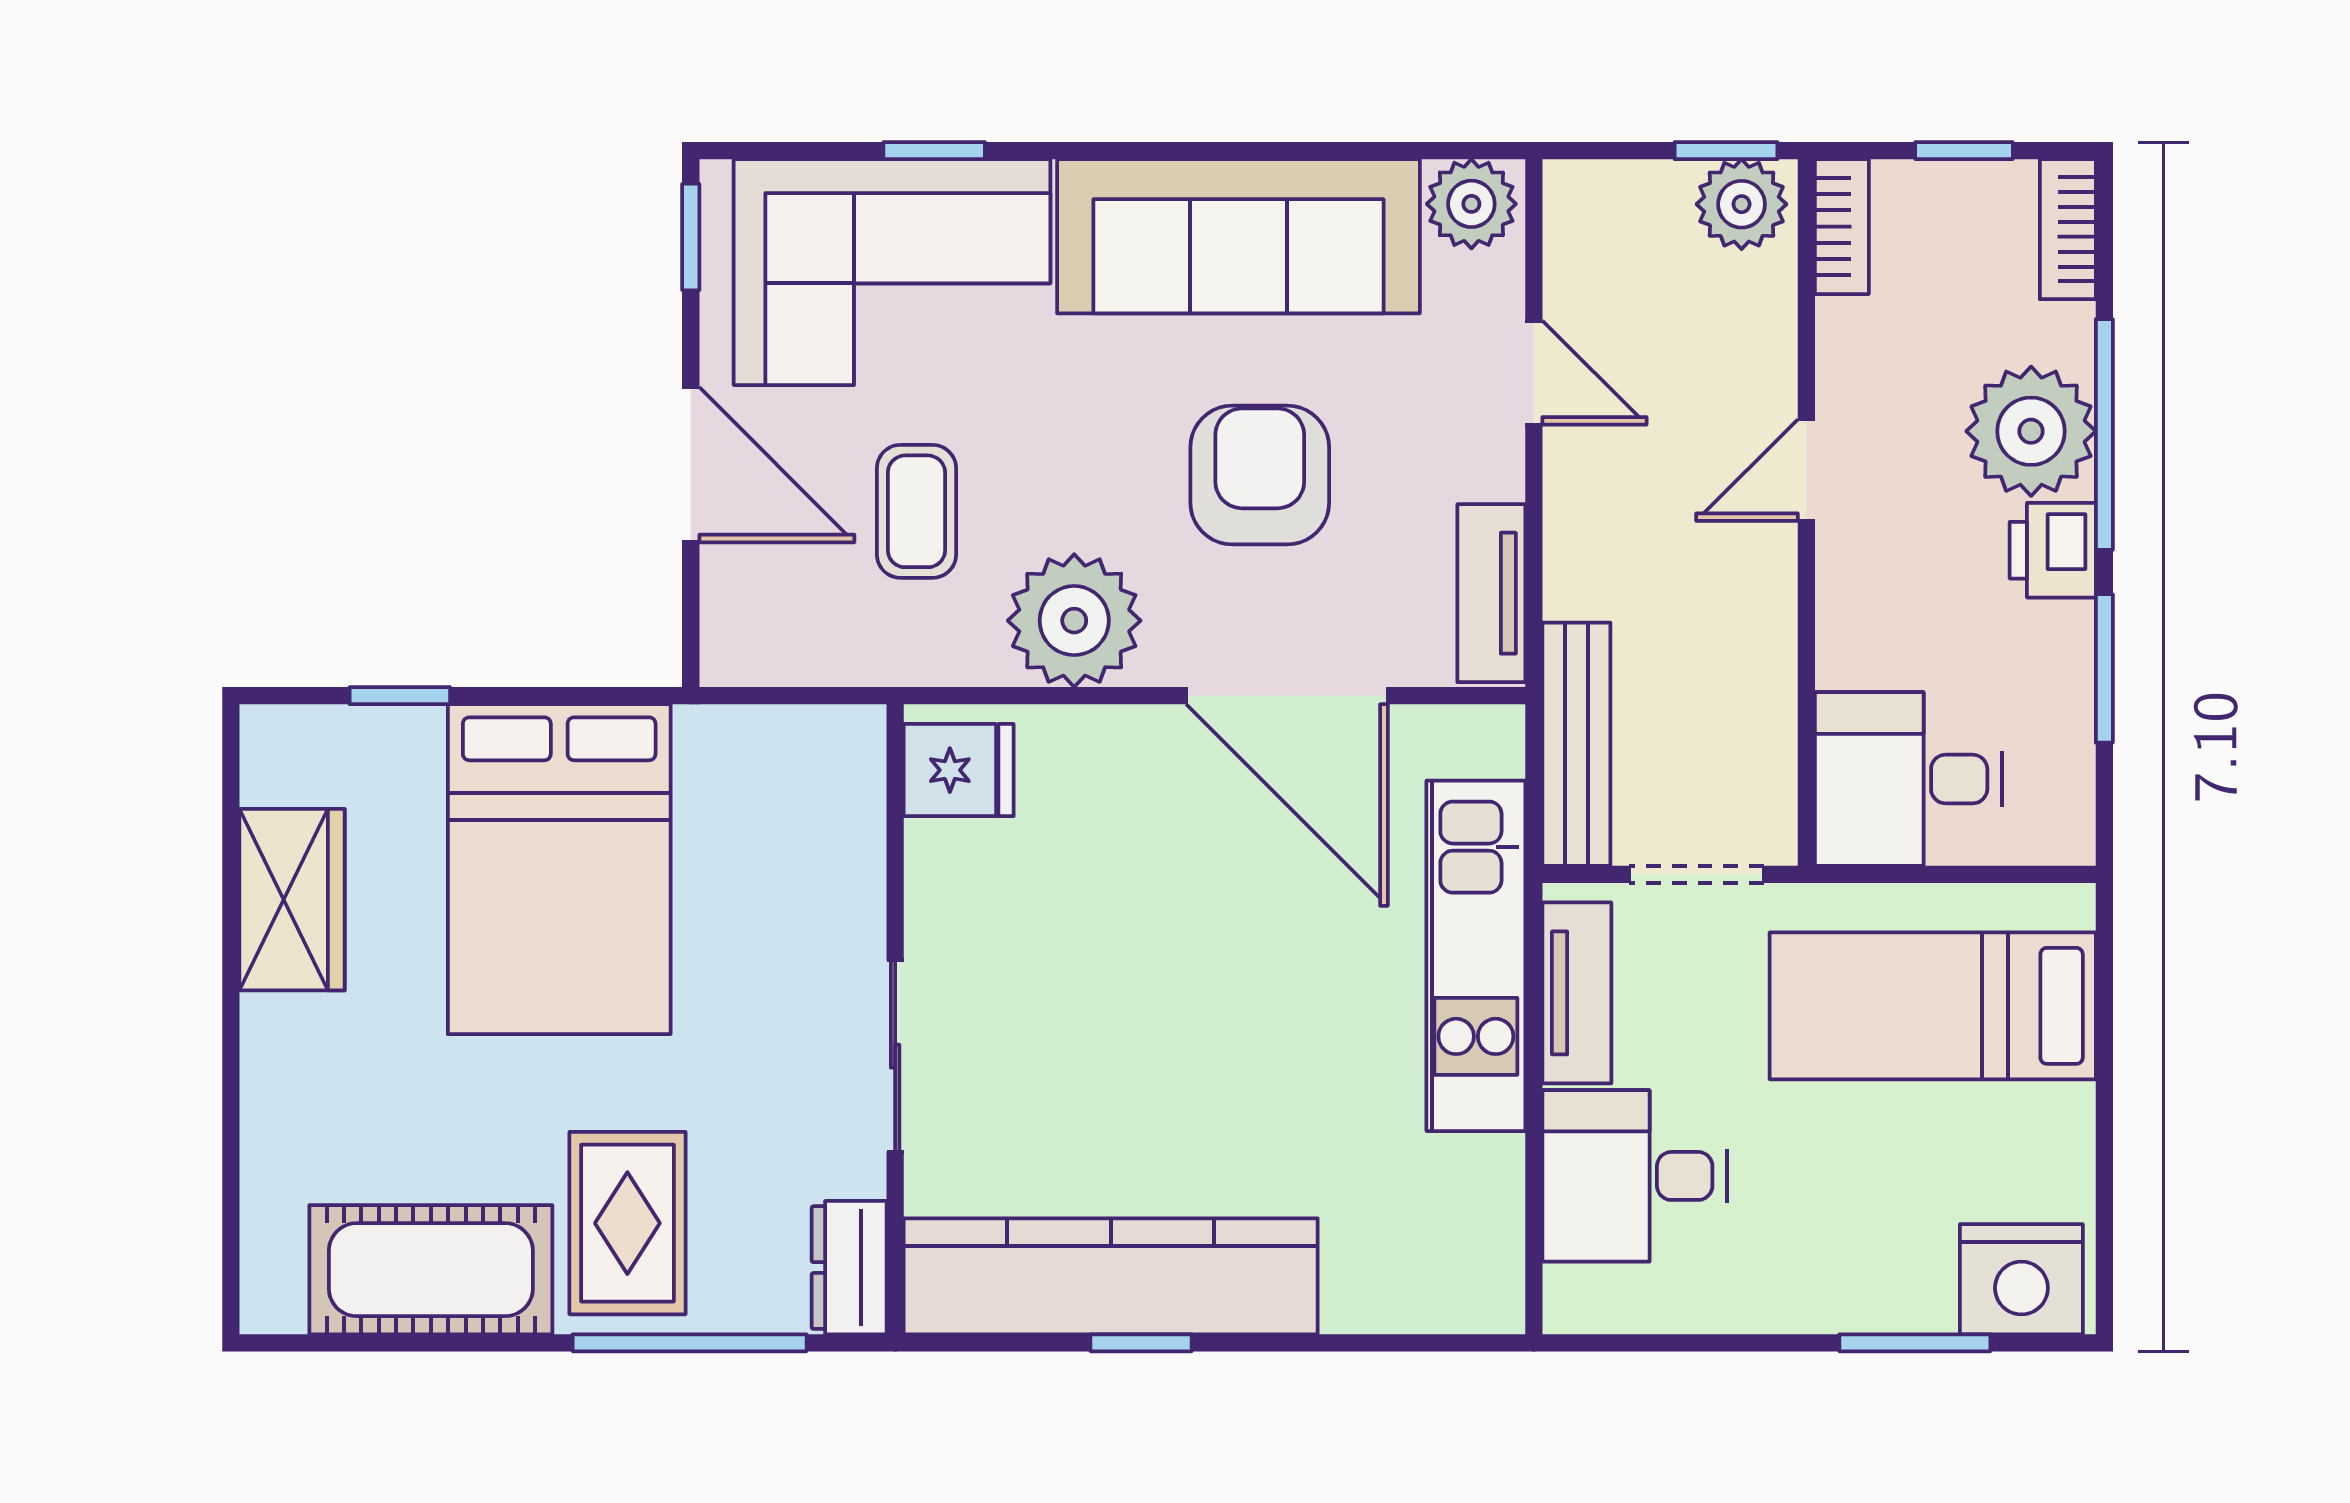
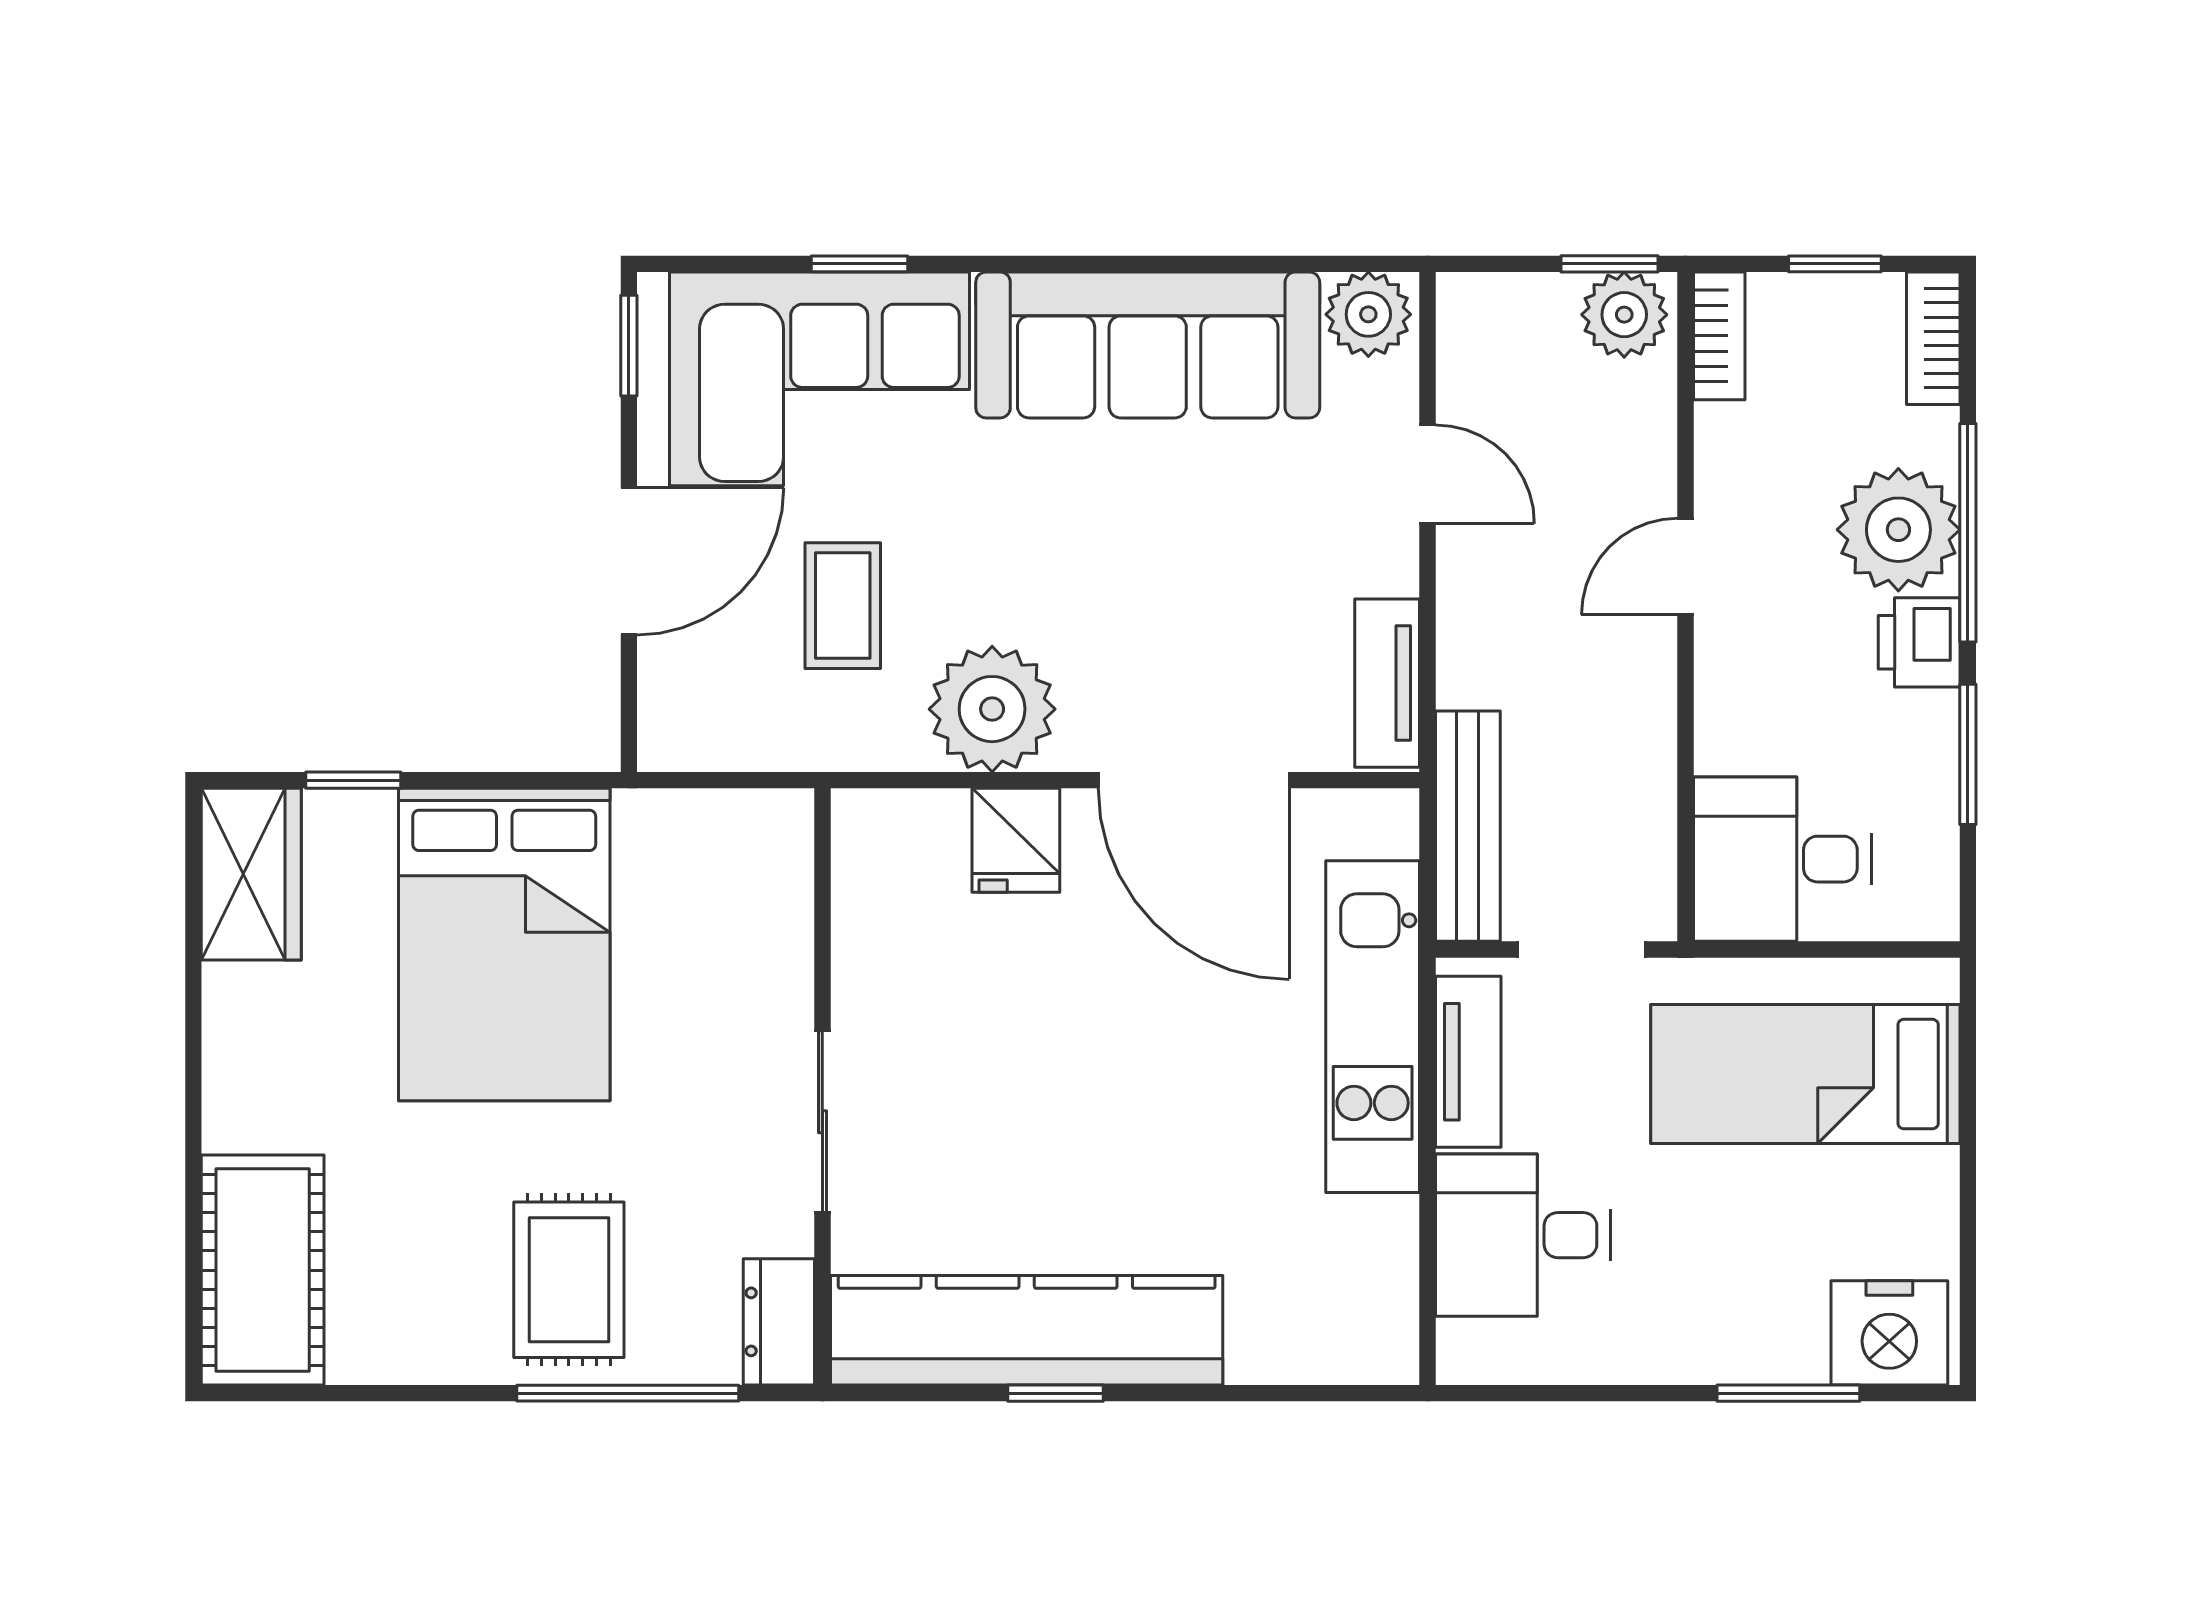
door: (691, 465) -> (629, 561), hinge flipped
armchair: (1260, 475) -> (1168, 571), removed
fridge: (959, 770) -> (1016, 840), moved, turned 90
wardrobe: (292, 900) -> (251, 874), moved
cot: (431, 1270) -> (263, 1270), moved, turned 90

